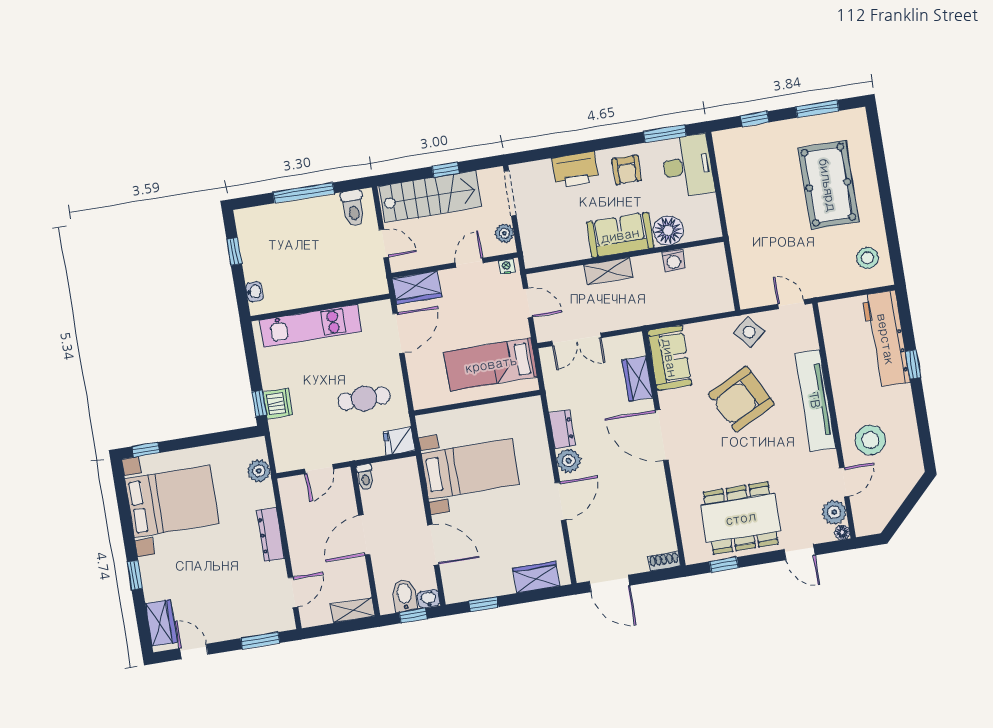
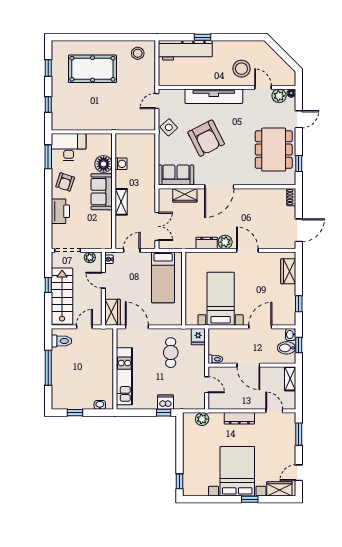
window: (817, 109) -> (48, 68), width x0.67
armchair: (627, 170) -> (65, 182), turned 108
bed with nightstands: (172, 501) -> (237, 471), moved

